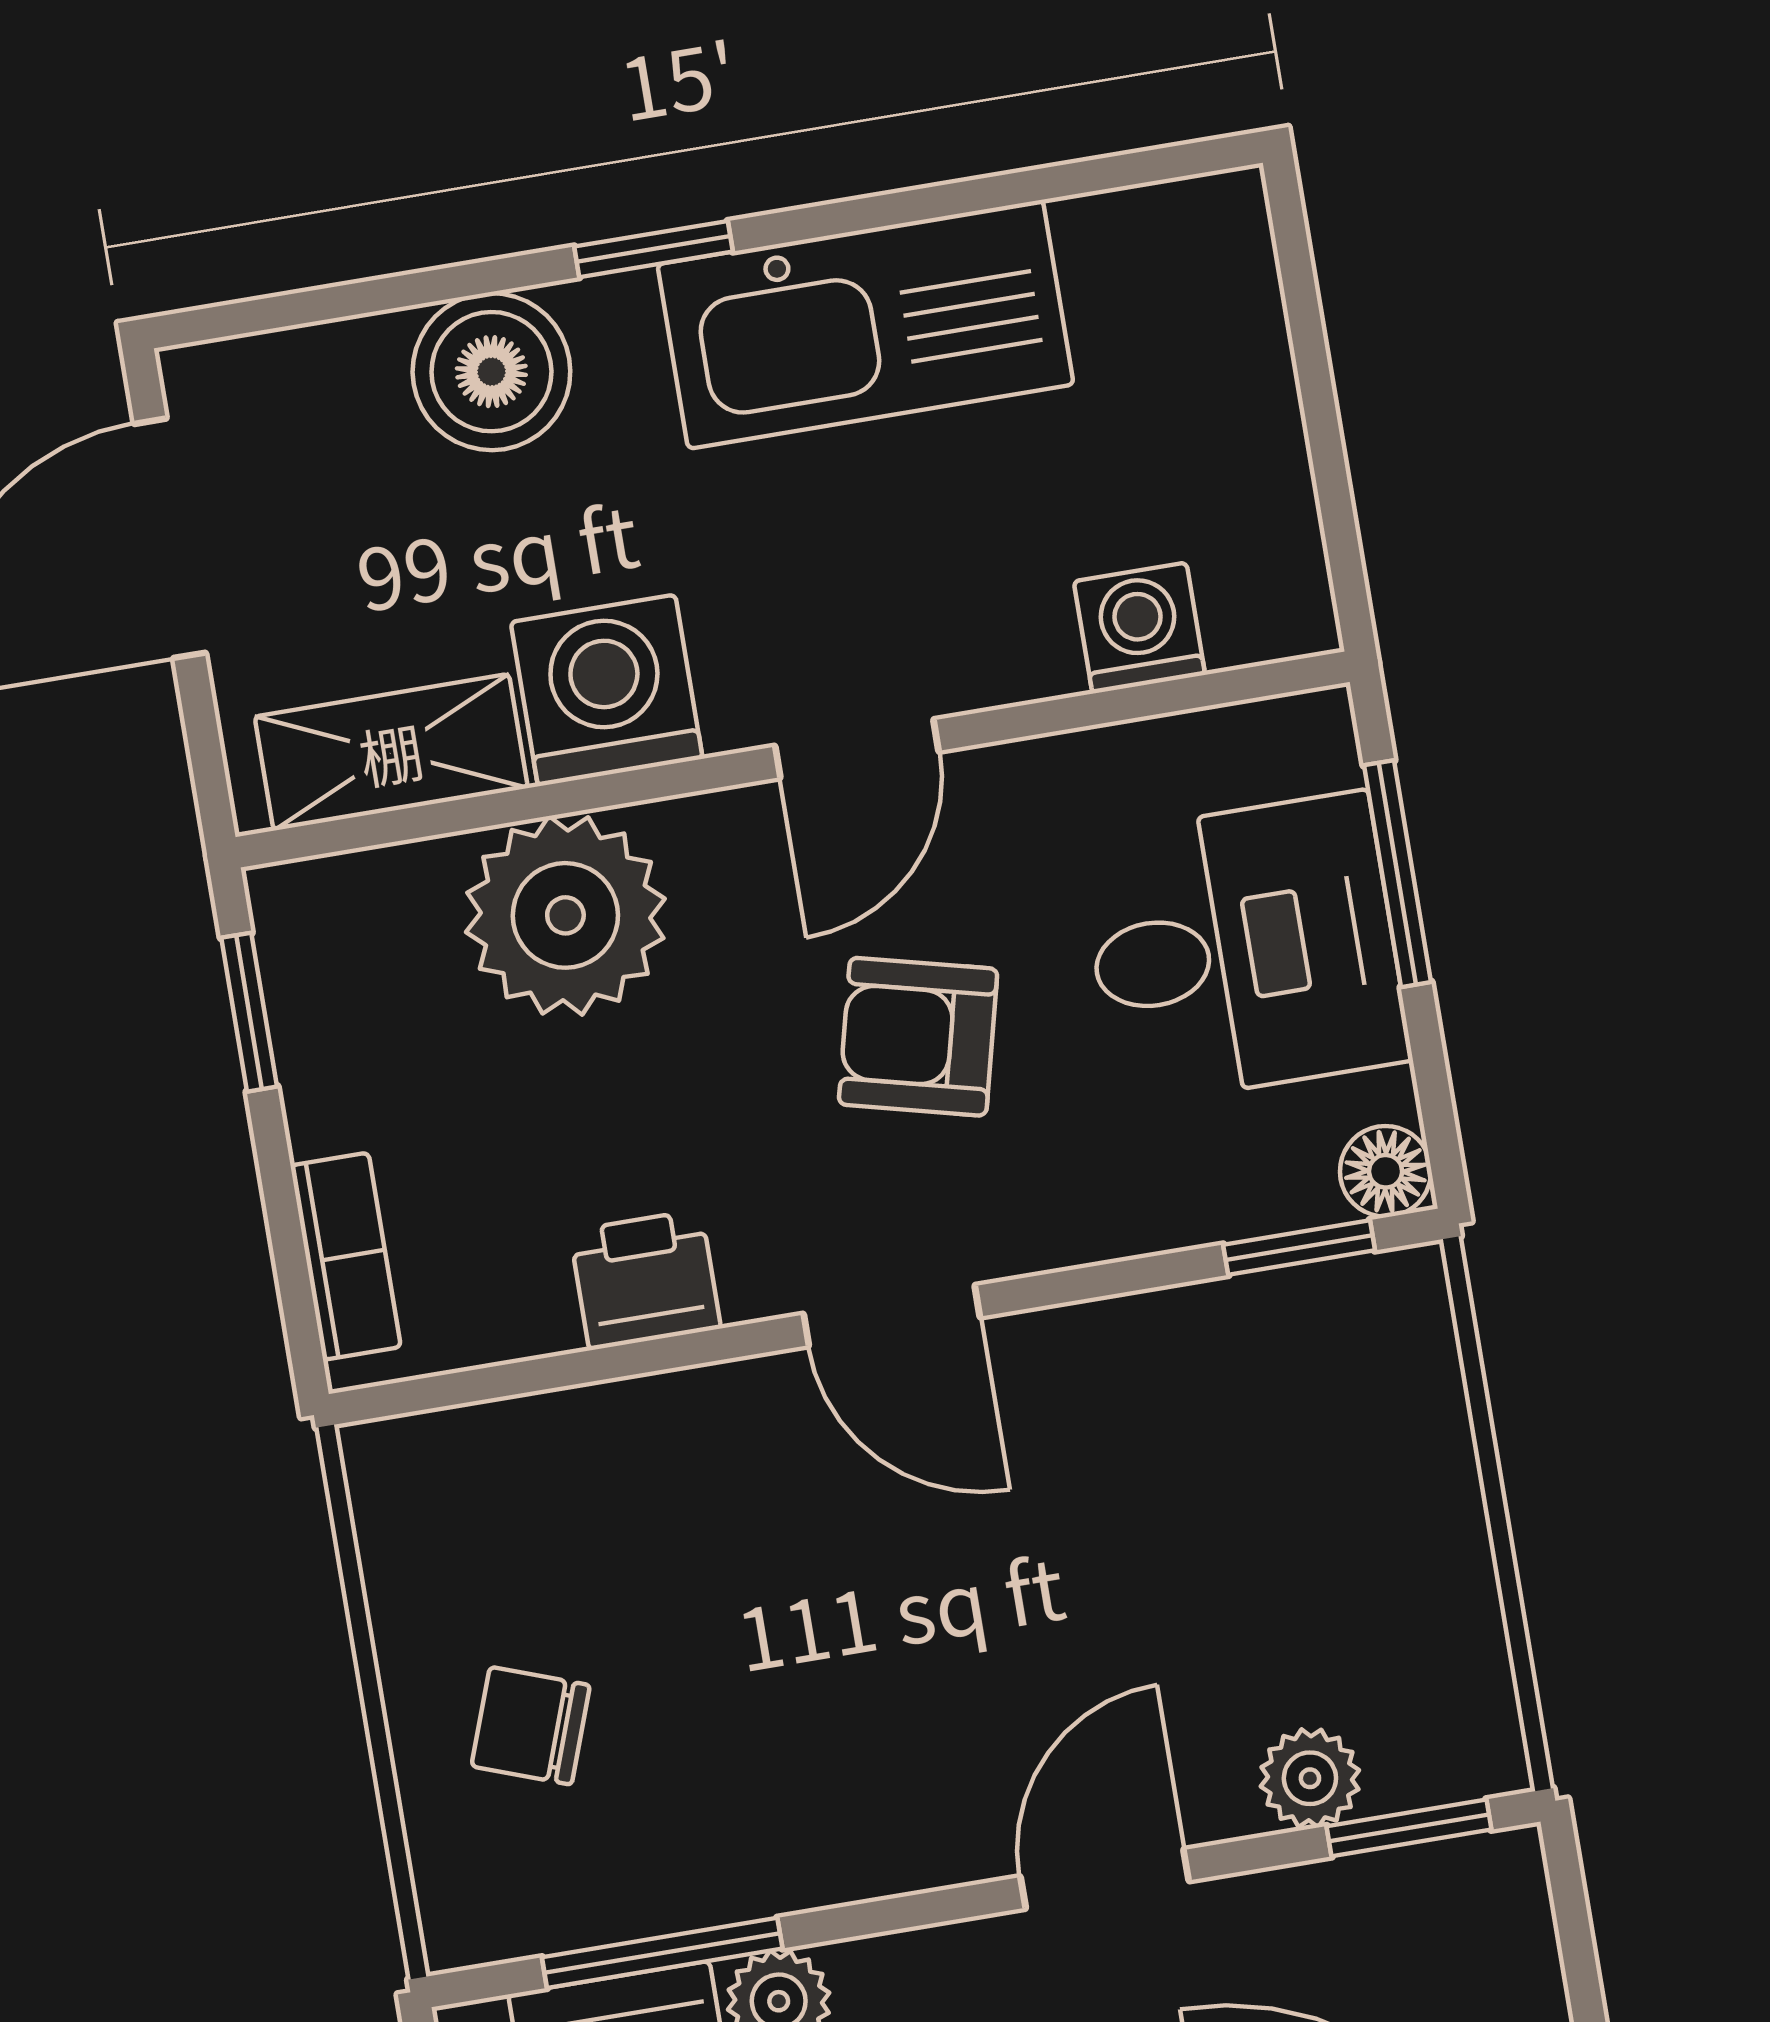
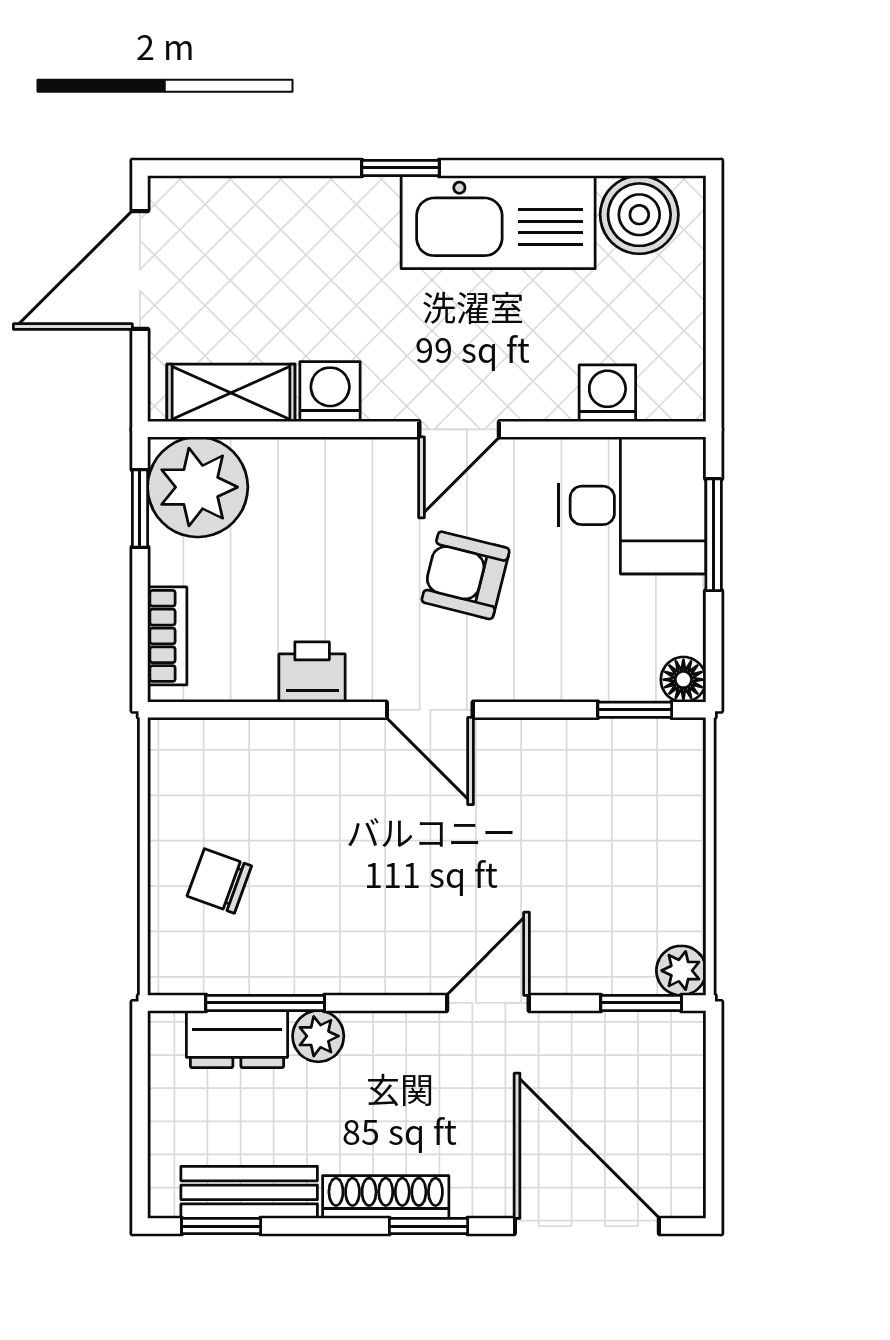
boiler: (491, 372) -> (639, 215), moved
washing machine: (607, 690) -> (330, 392), width x0.73, depth x0.73
plant: (565, 915) -> (198, 487), moved
desk: (1244, 949) -> (632, 505), moved
plant: (1310, 1778) -> (681, 971), moved

